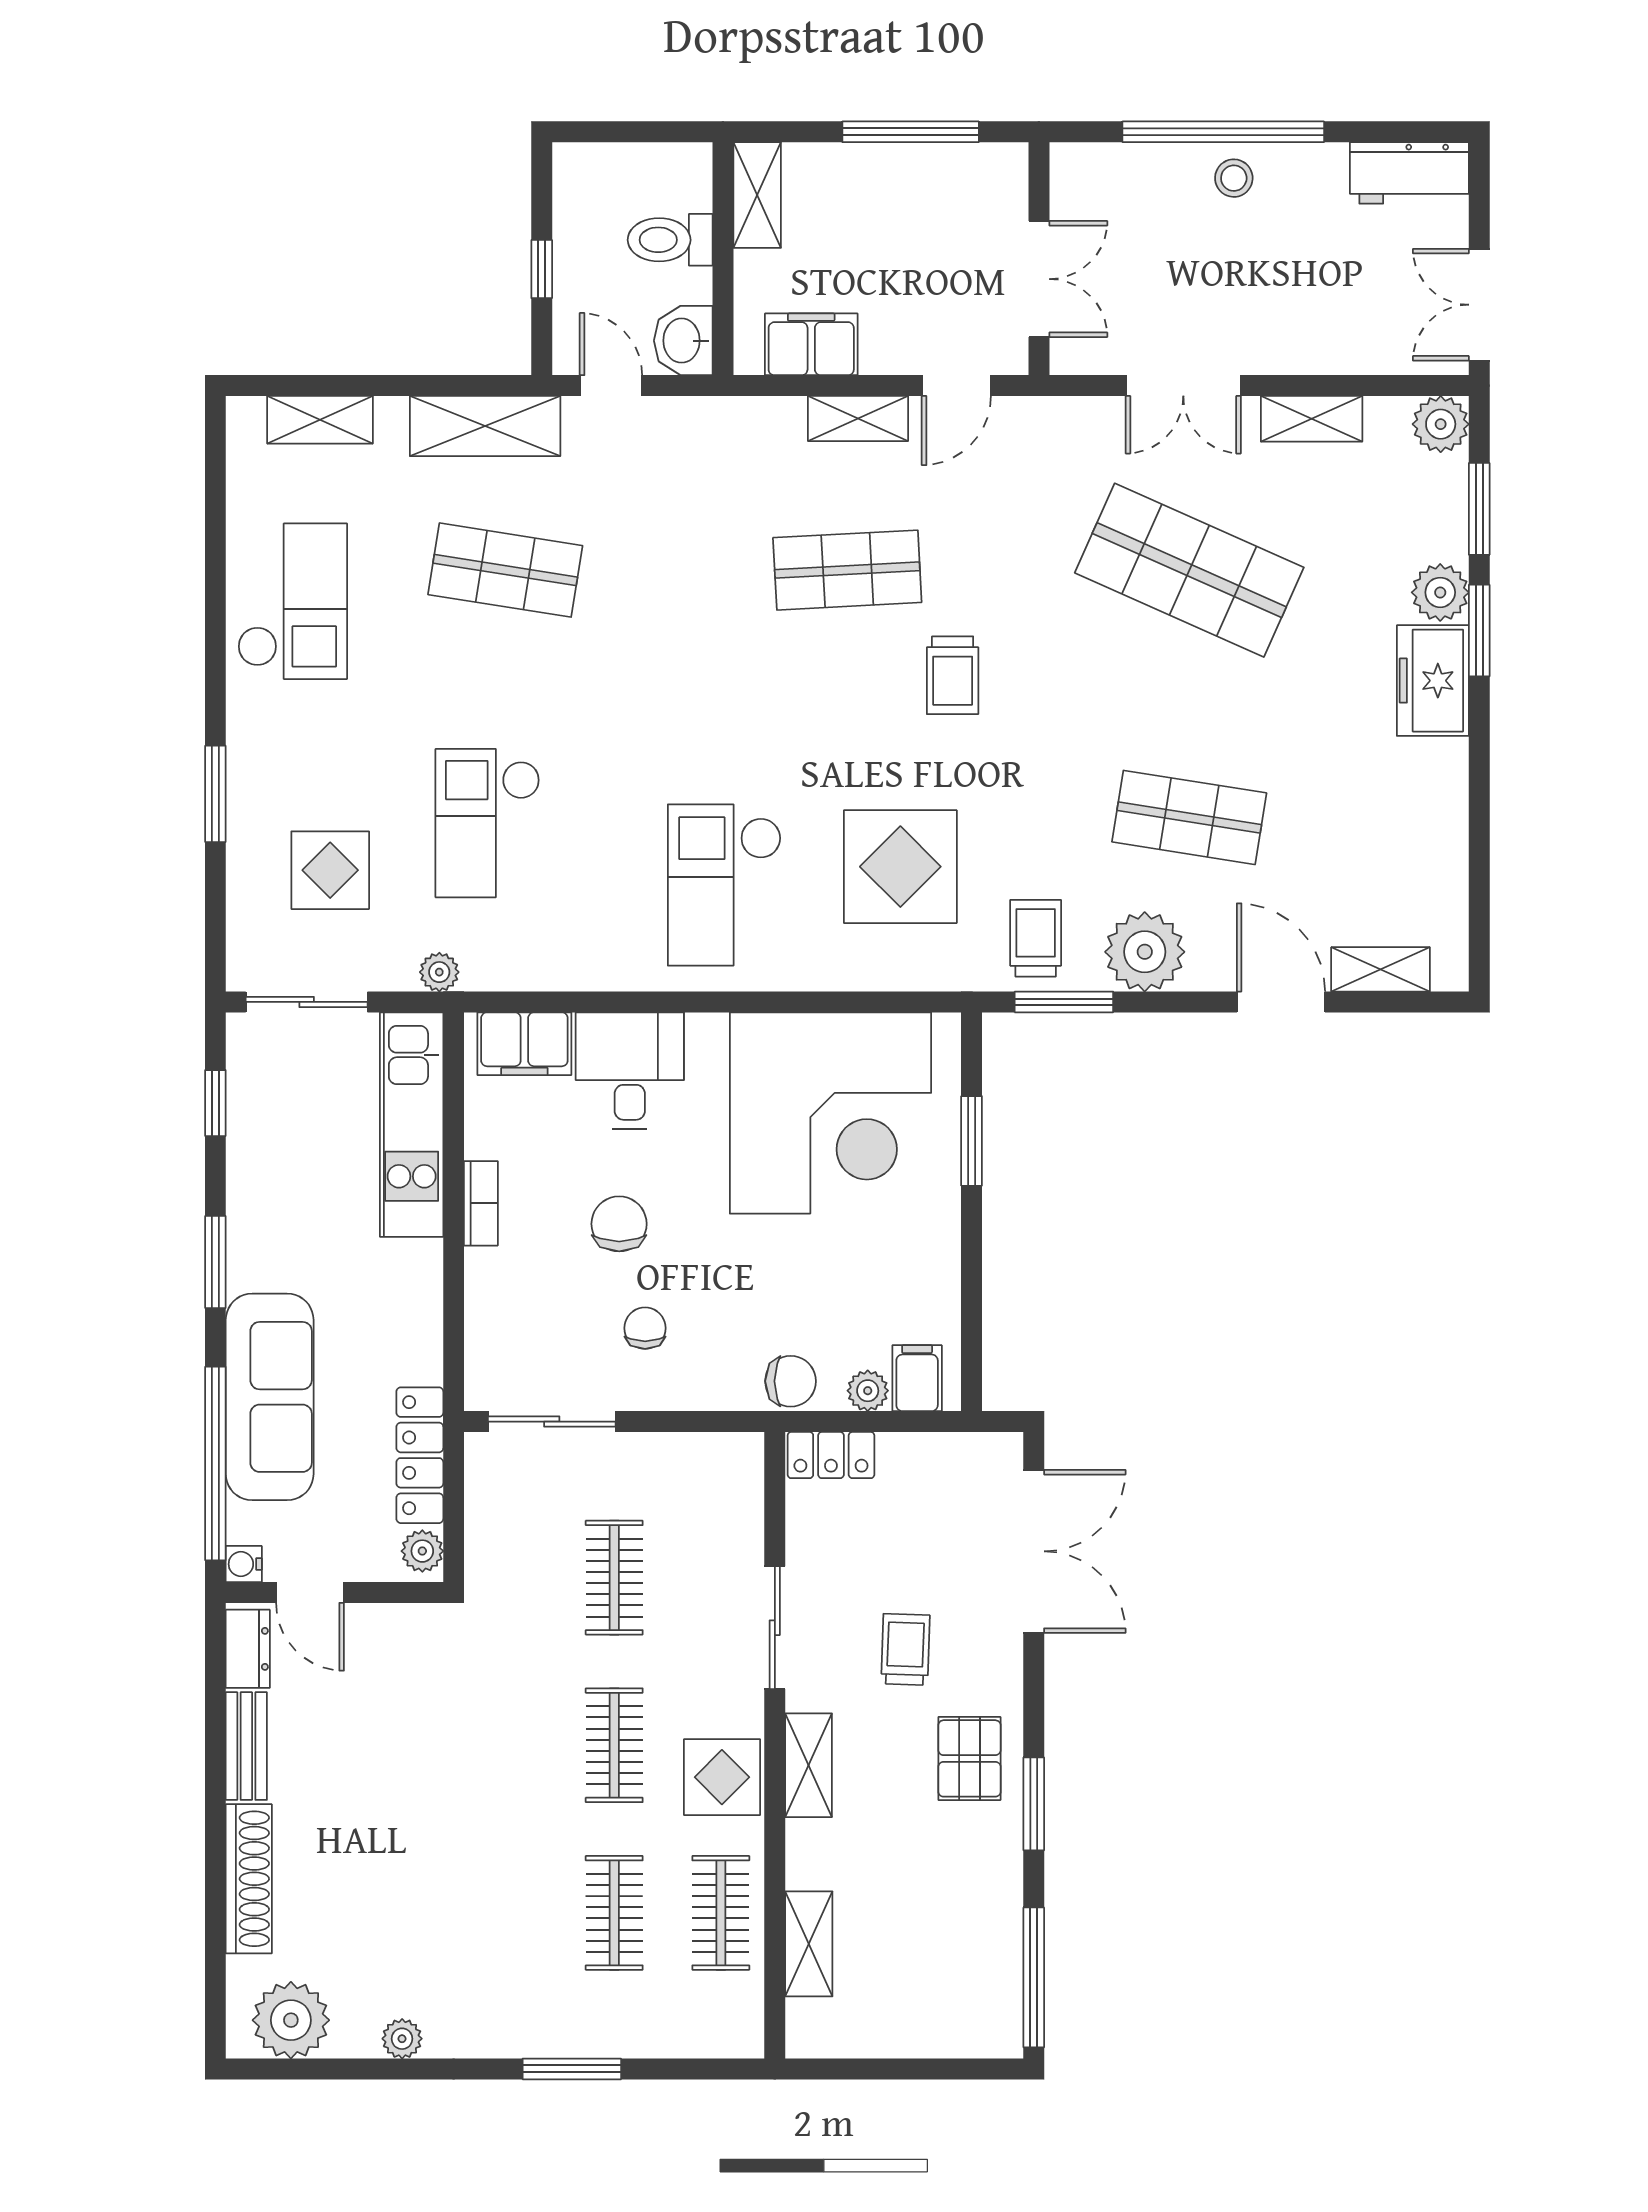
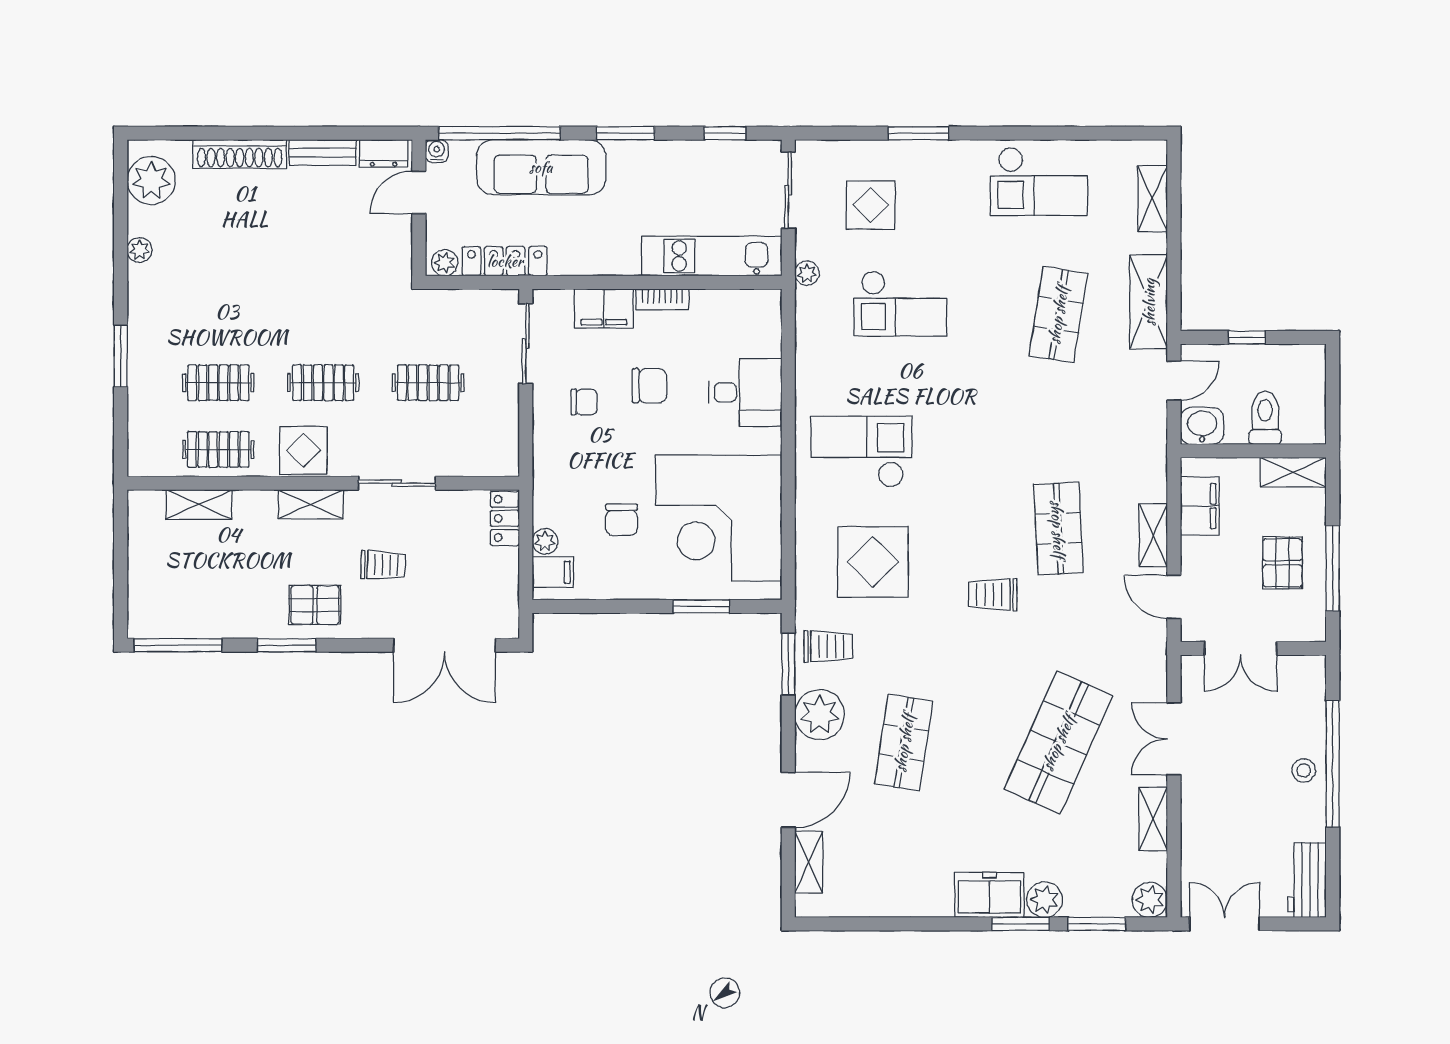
pallet: (902, 212) -> (1282, 563), added
checkout: (488, 823) -> (900, 304), turned 180
filing cabinet: (524, 1044) -> (604, 308), moved, turned -90
chair: (791, 1381) -> (622, 520), moved

